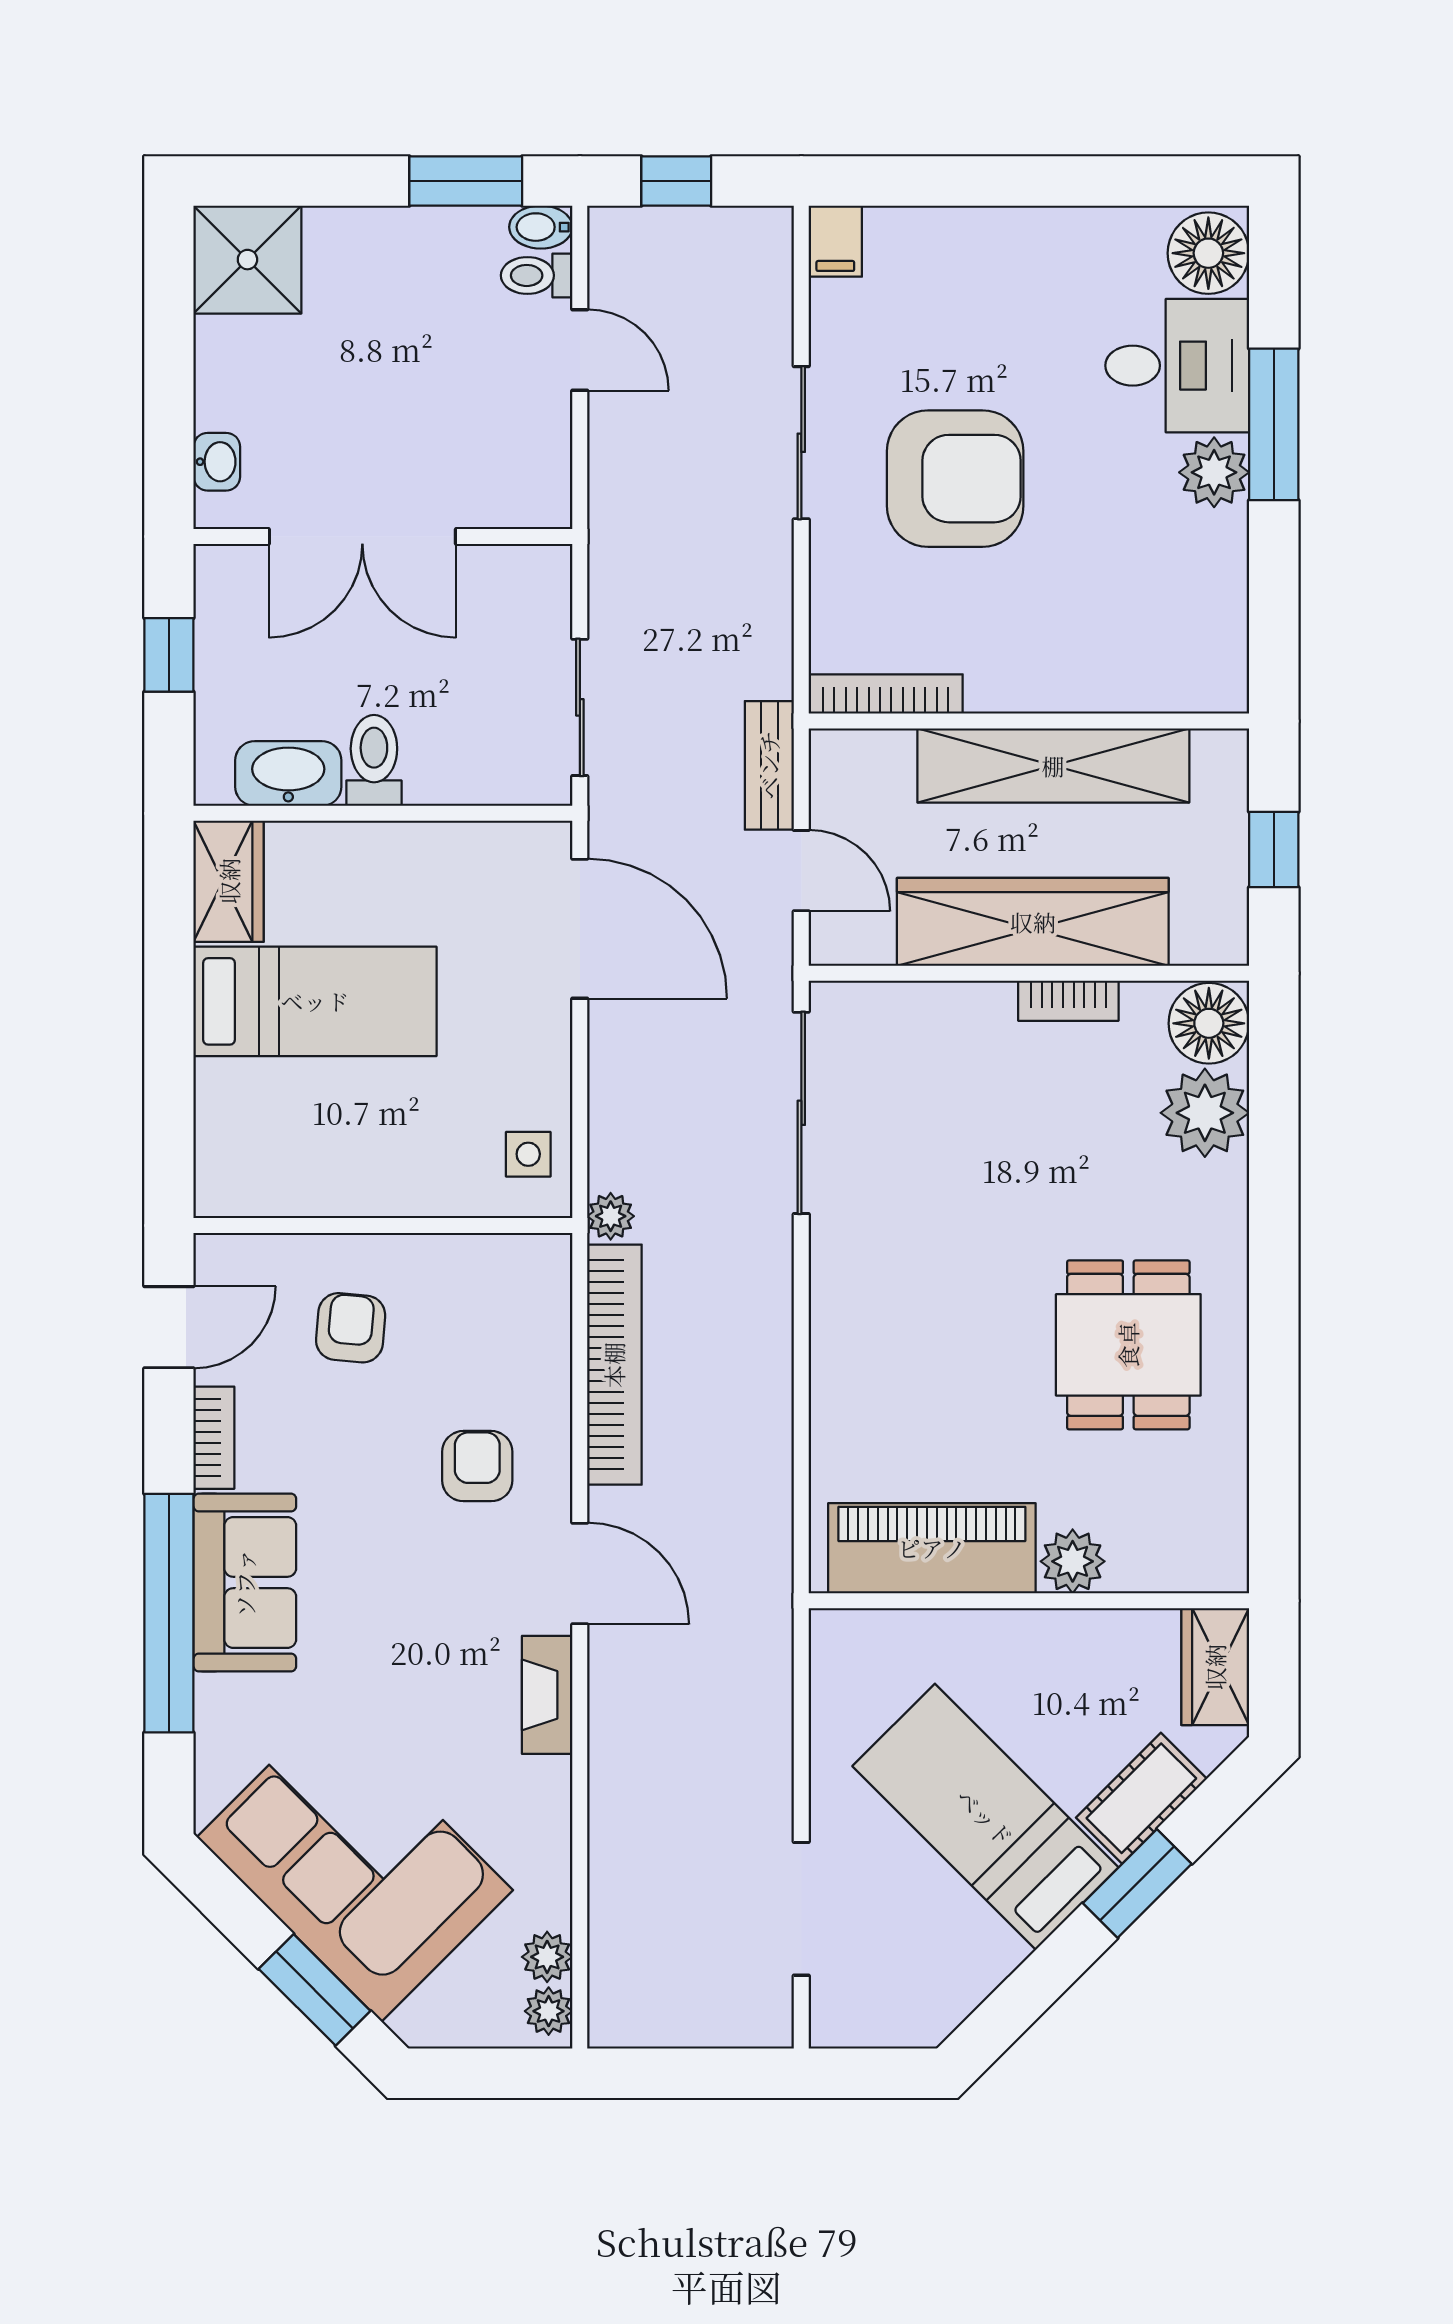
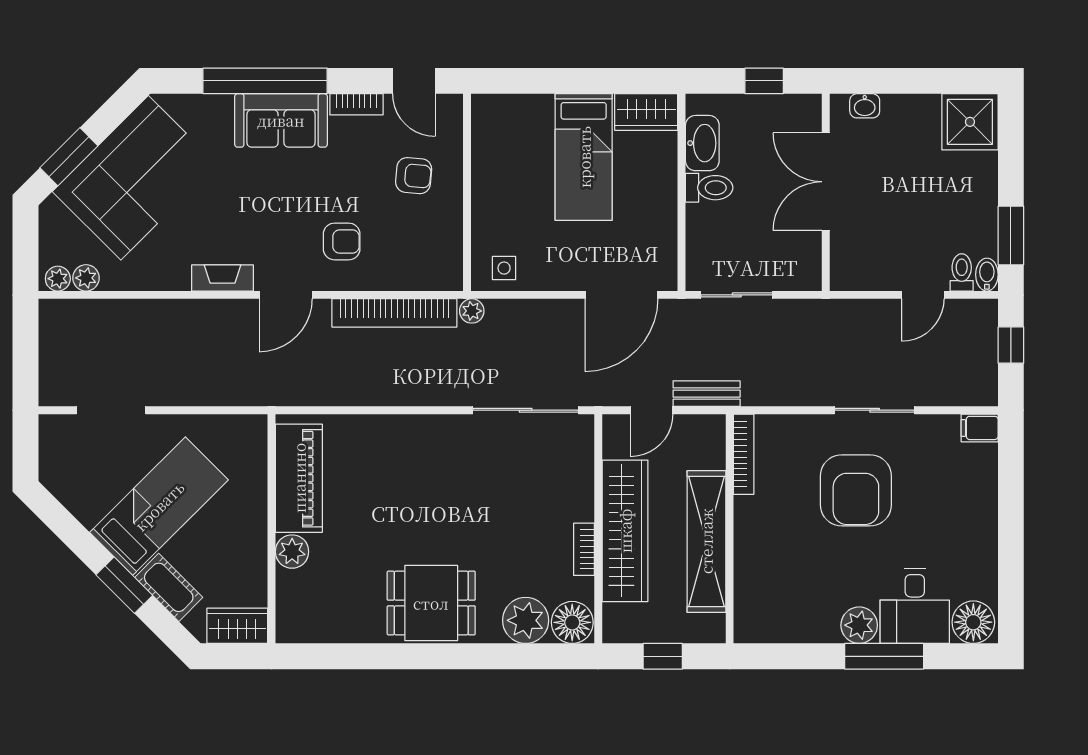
dining table: (1128, 1345) -> (431, 603), moved

